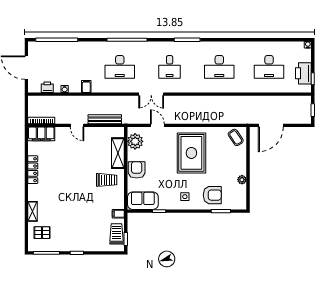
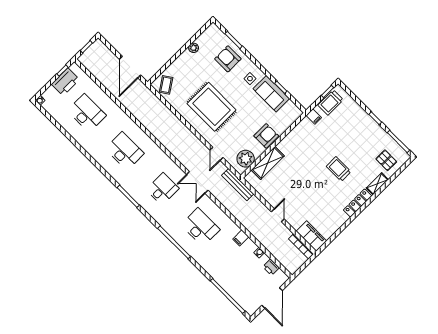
double door: (151, 94) -> (197, 182), swing flipped
bench: (105, 119) -> (238, 185), moved
door: (271, 125) -> (130, 67), swing flipped
rug: (191, 153) -> (212, 107), turned 90
locker: (33, 170) -> (358, 203), moved
armchair: (137, 170) -> (266, 136), turned 180
trolley: (107, 180) -> (339, 169), moved
sofa: (143, 201) -> (271, 94), moved

